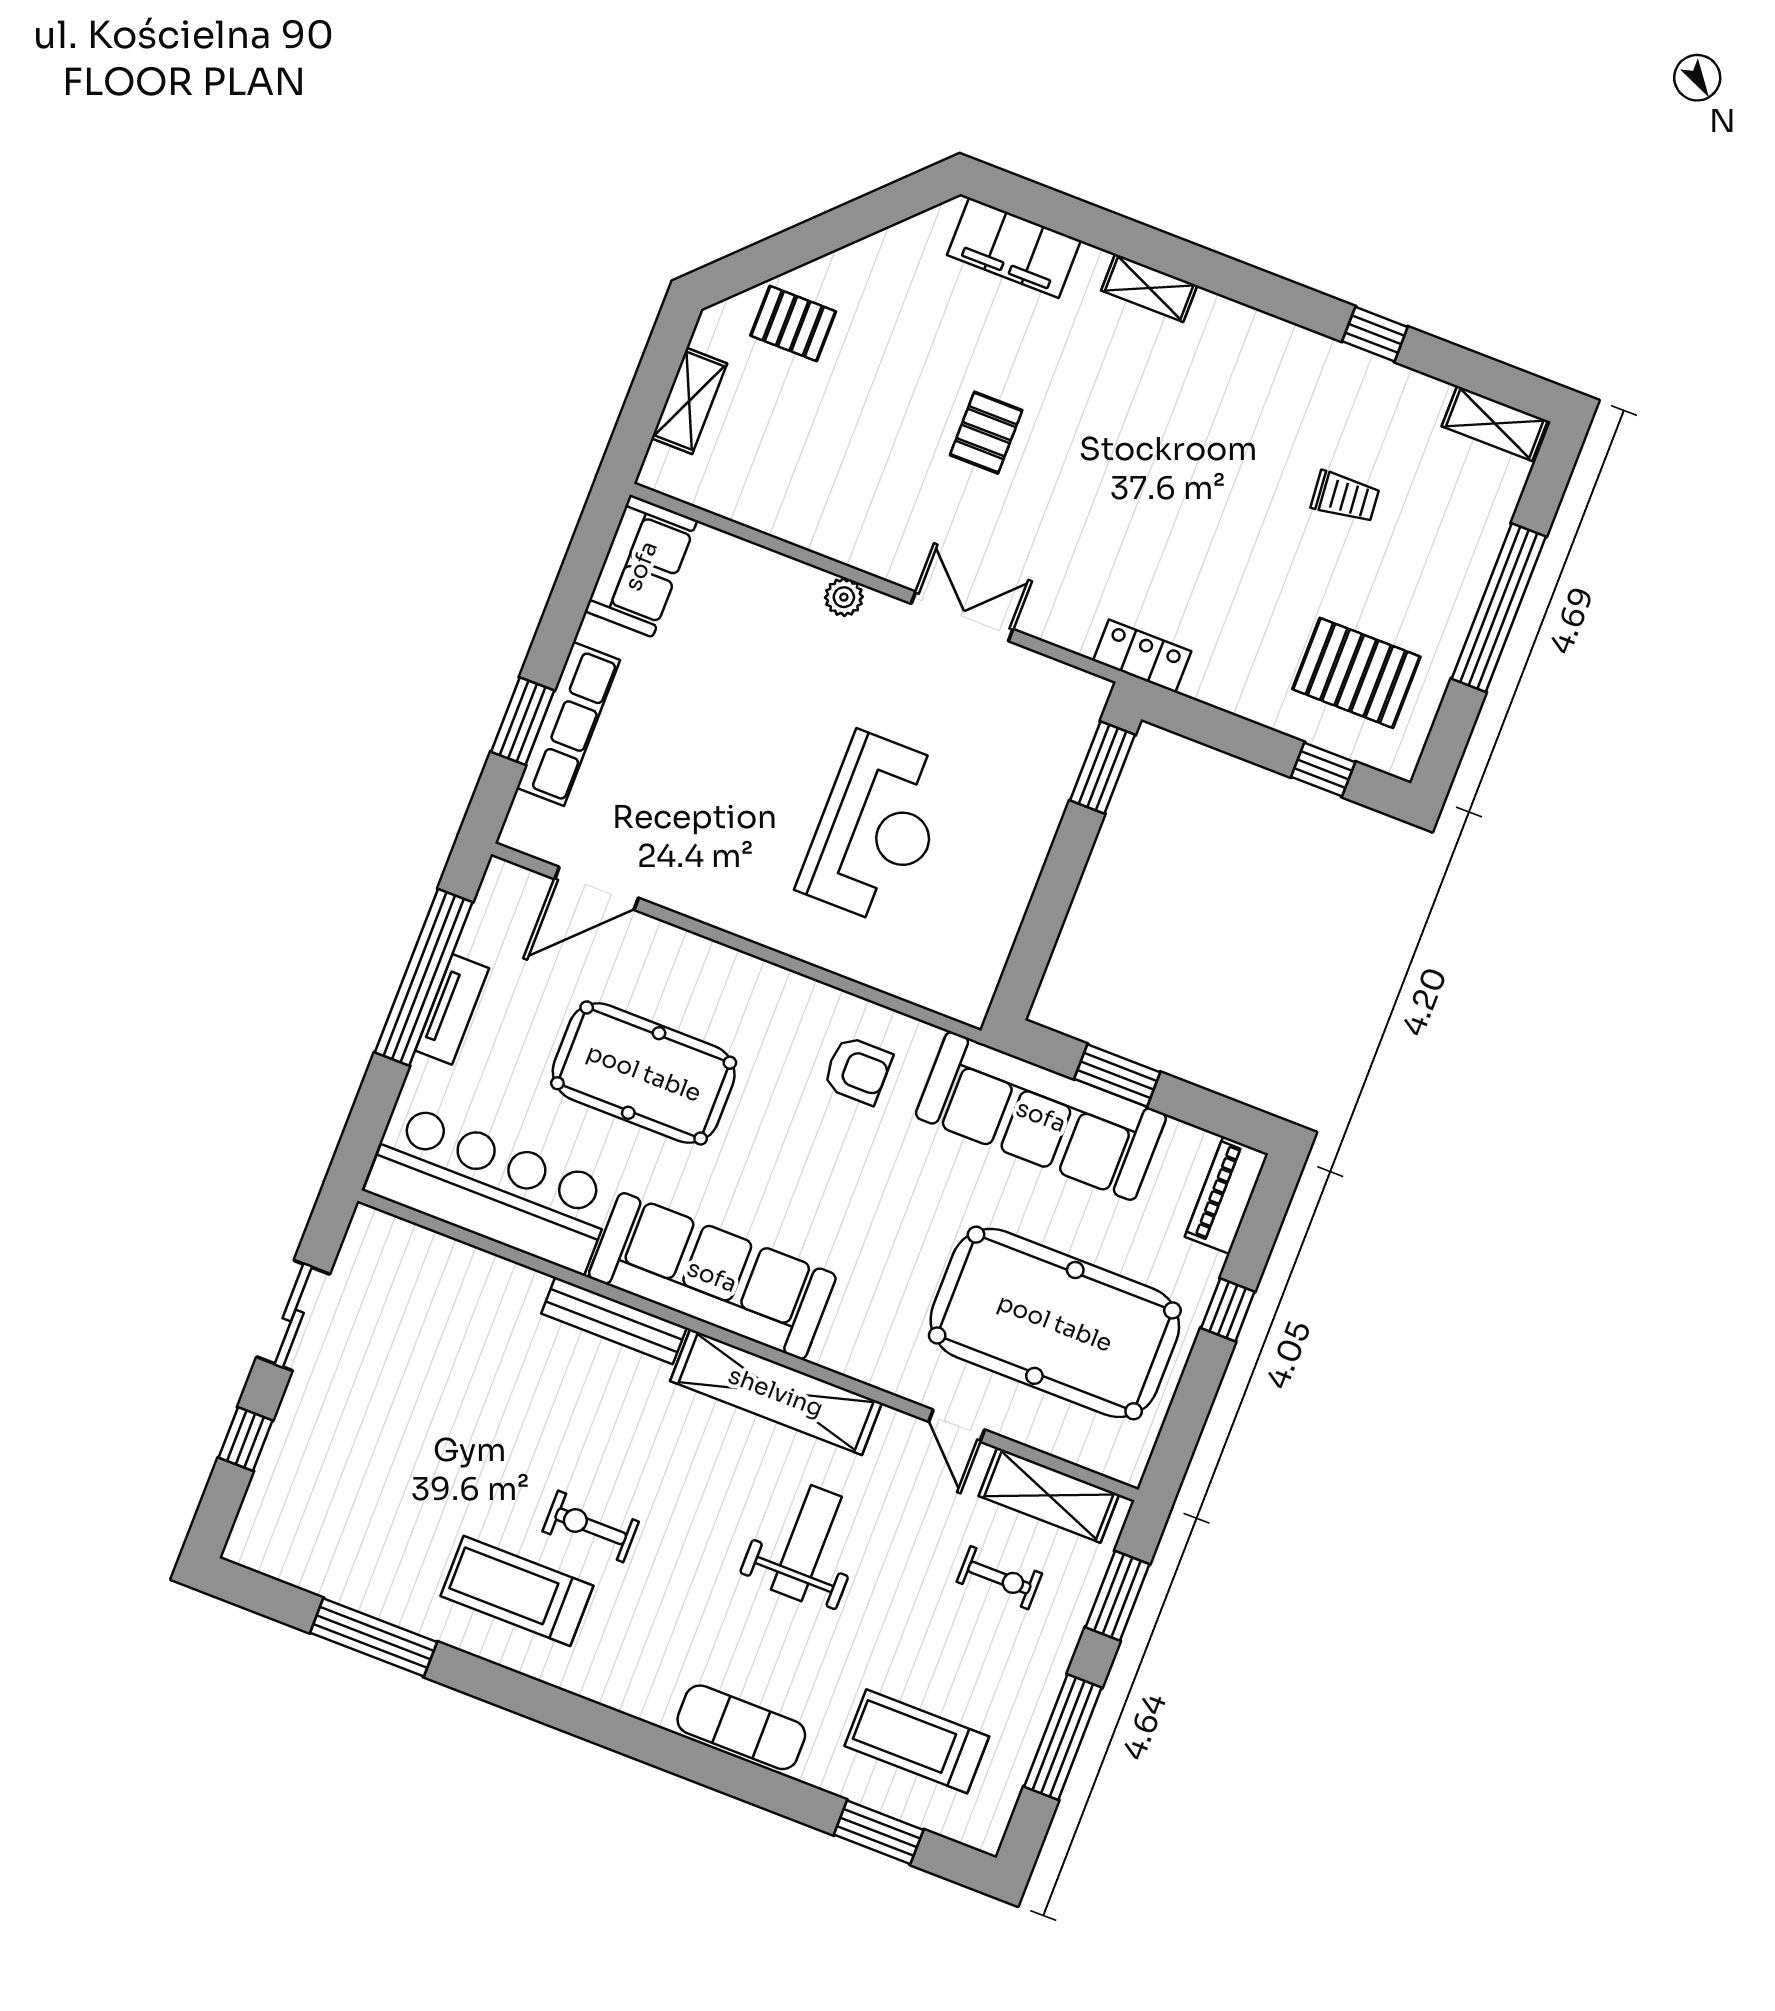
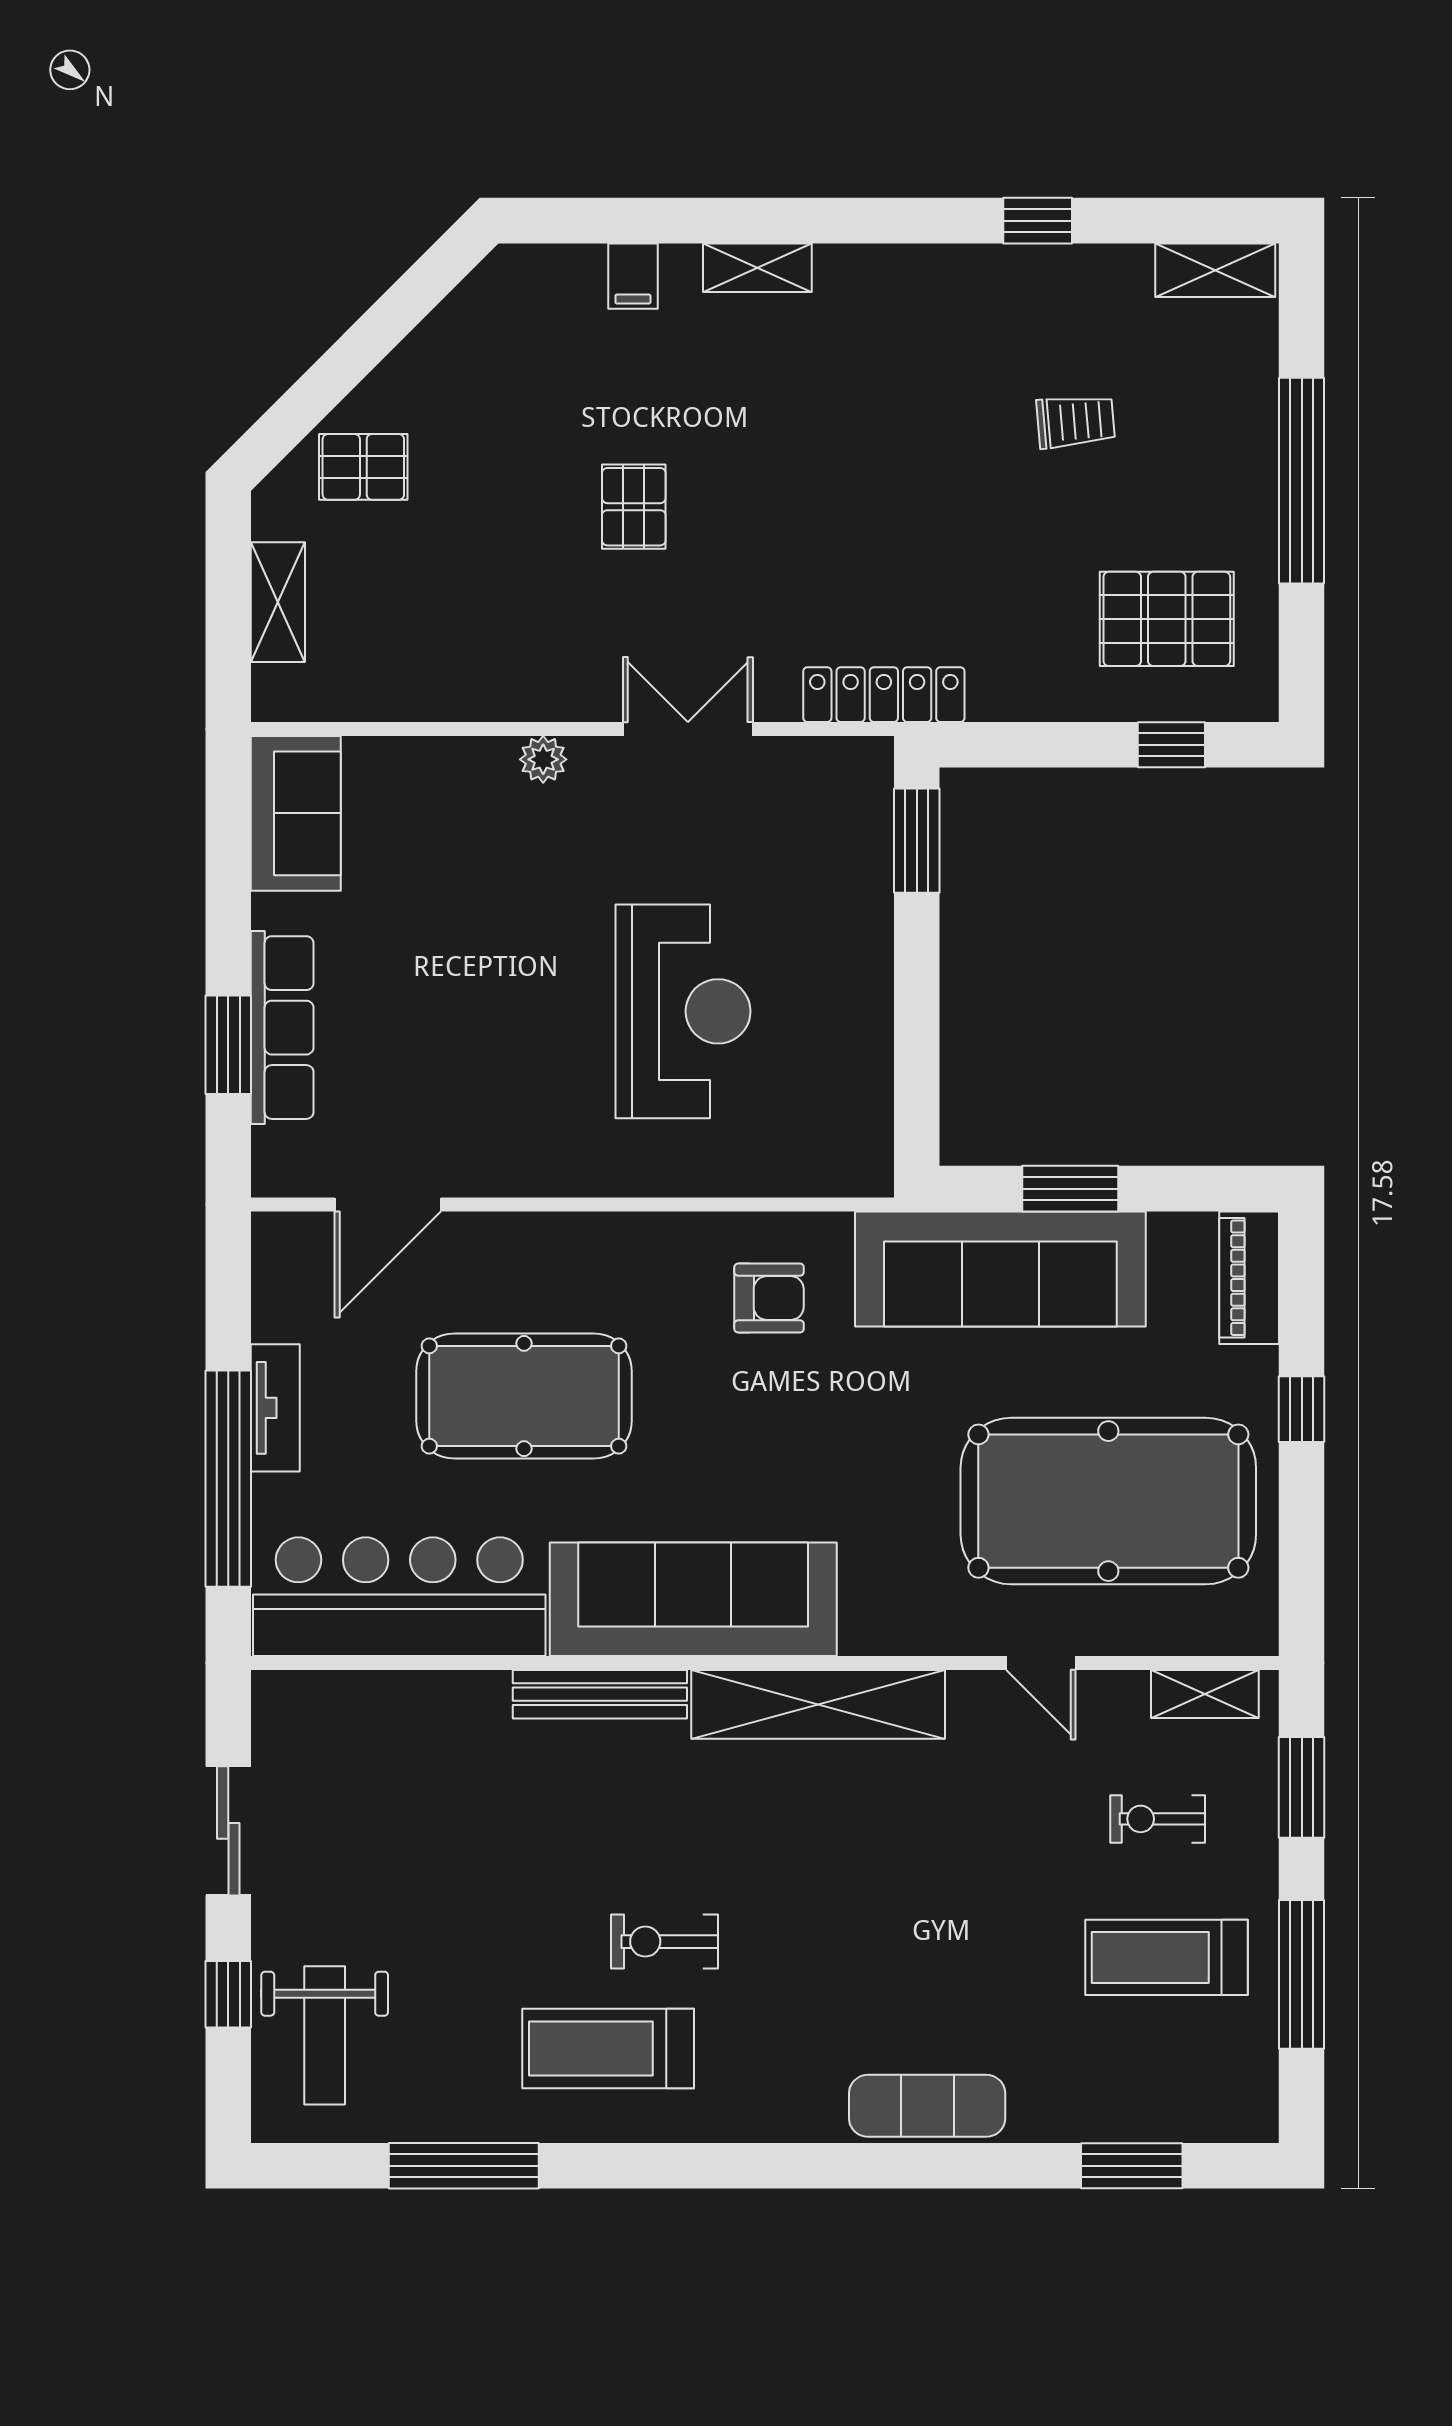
filing cabinet: (1014, 248) -> (633, 276), width x0.33, depth x0.86
locker: (1142, 656) -> (884, 695), width x1.53
window: (424, 977) -> (228, 1479), moved
shelving: (1049, 1495) -> (1205, 1694), width x0.67, depth x0.75
weight bench: (806, 1543) -> (325, 2035), moved, turned 180
exercise bike: (999, 1578) -> (1158, 1819), turned 180
treadmill: (917, 1741) -> (1166, 1957), moved

